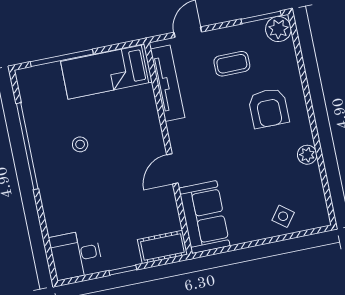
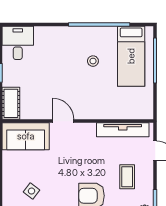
bed: (106, 72) -> (131, 56), moved, turned 180
side table: (283, 216) -> (31, 191), moved

